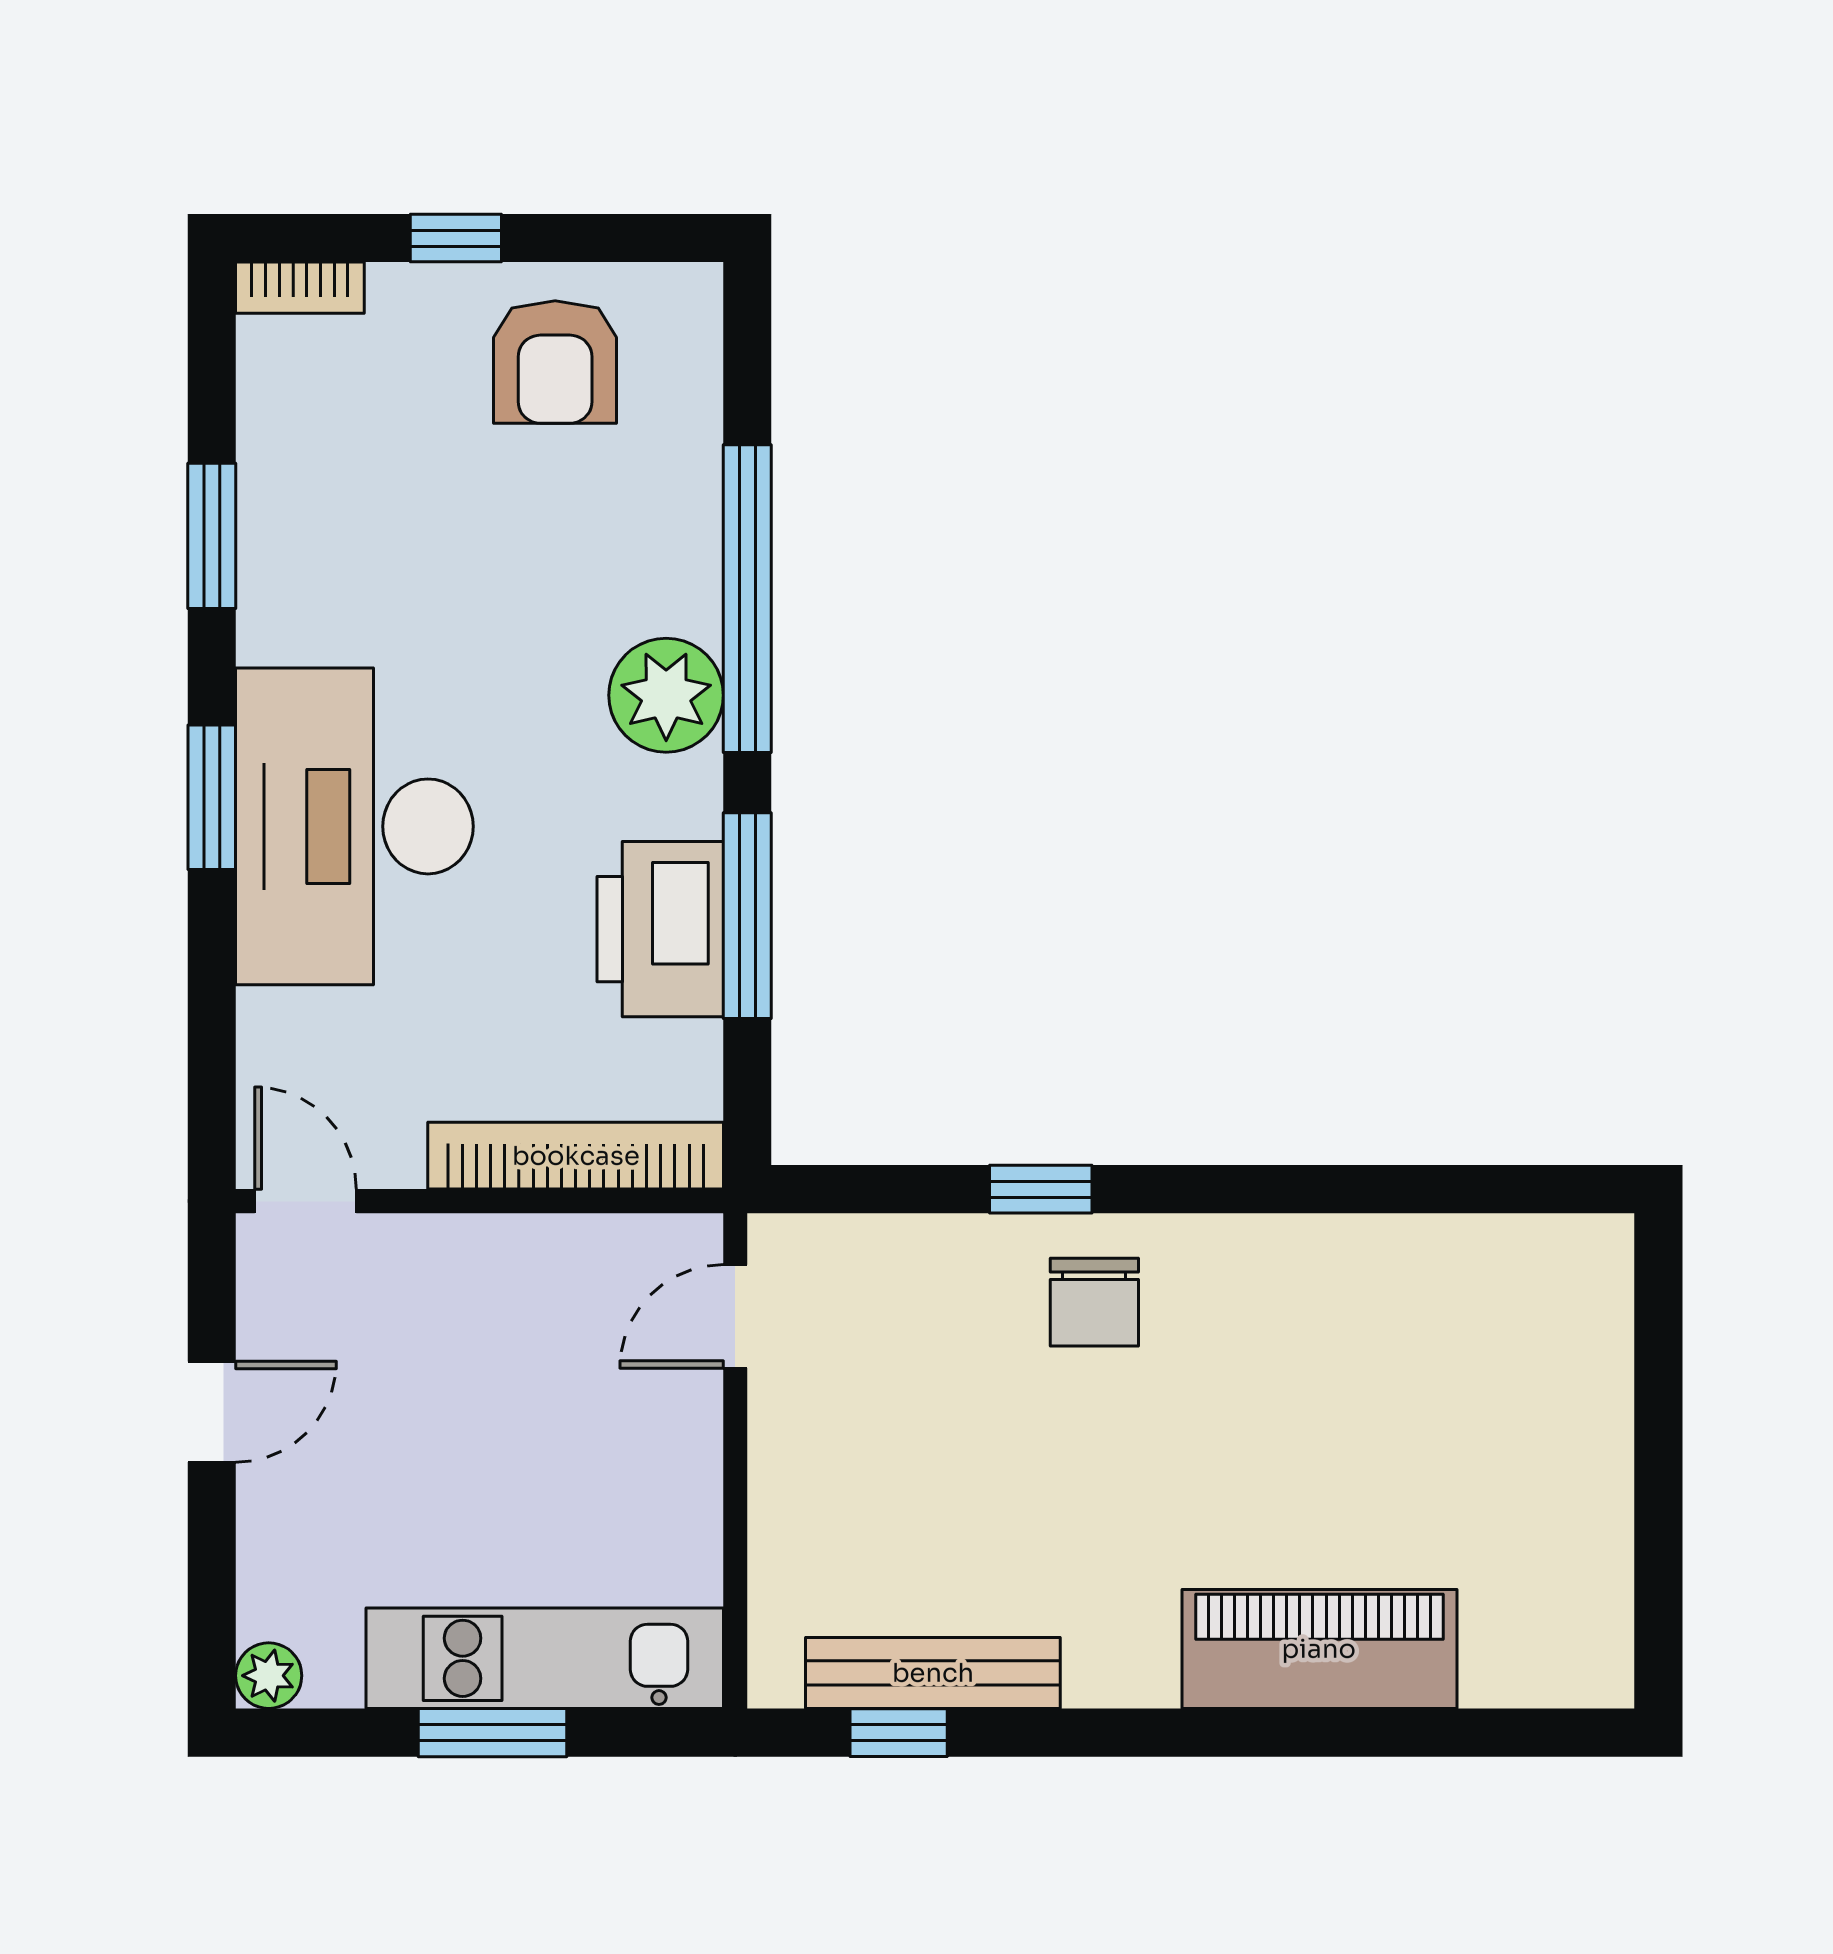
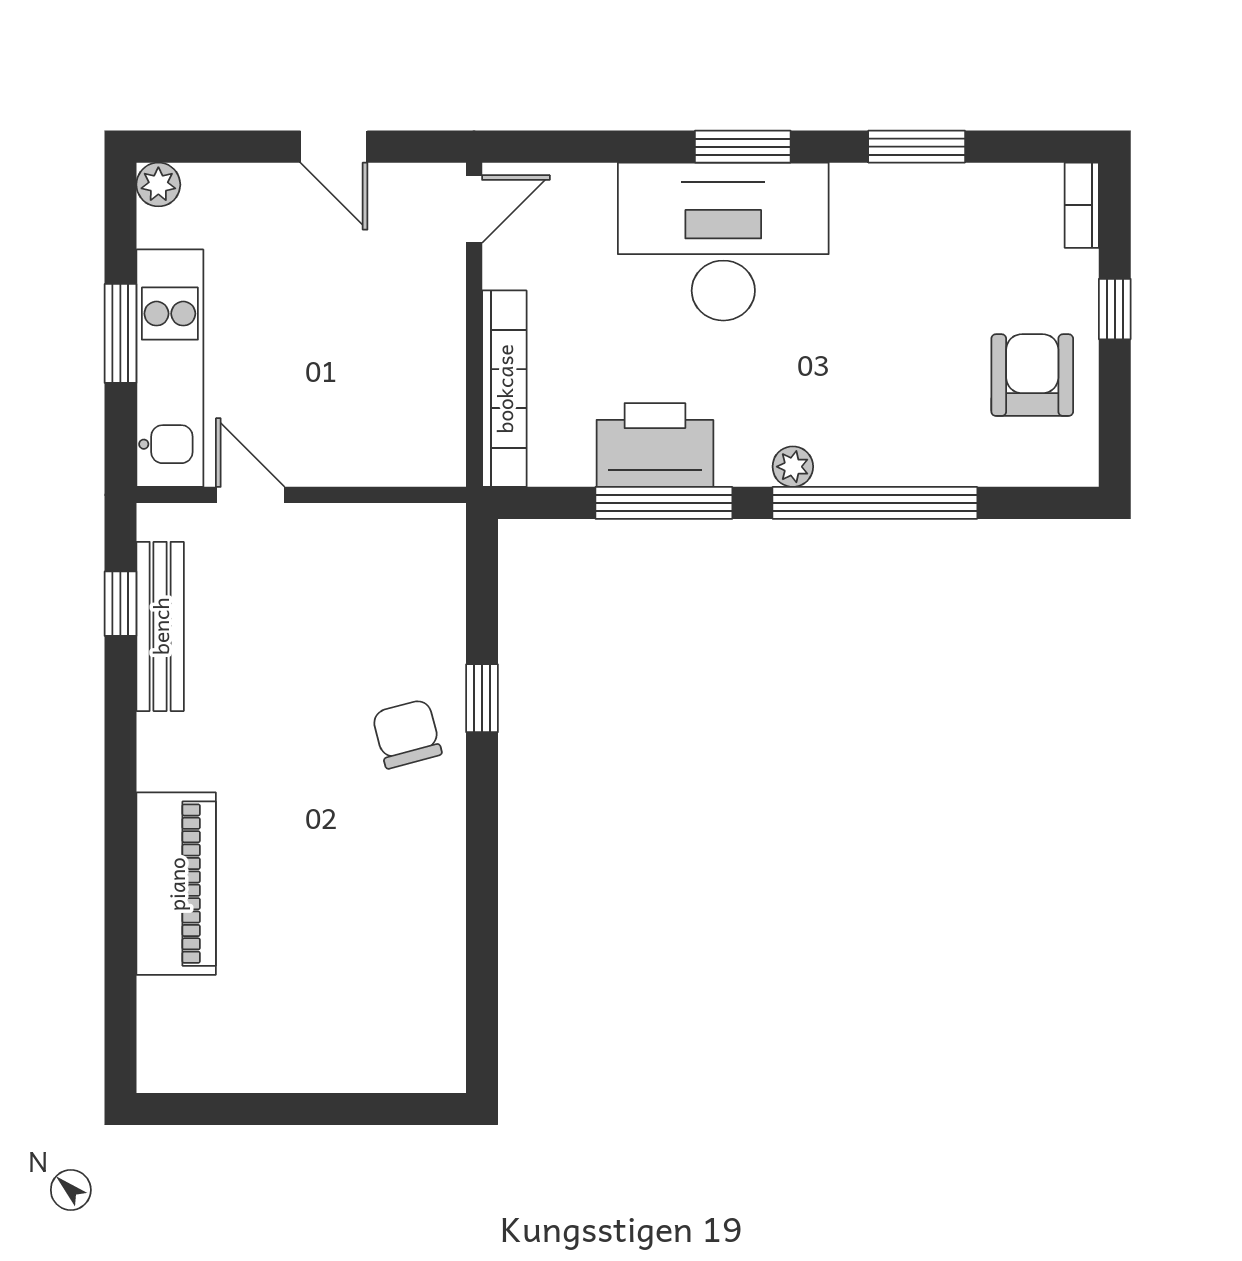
armchair: (555, 362) -> (1032, 375), turned 90
plant: (666, 695) -> (793, 467), width x0.53, depth x0.53
chair: (1094, 1302) -> (407, 734), turned 75
door: (735, 1316) -> (250, 495), moved

